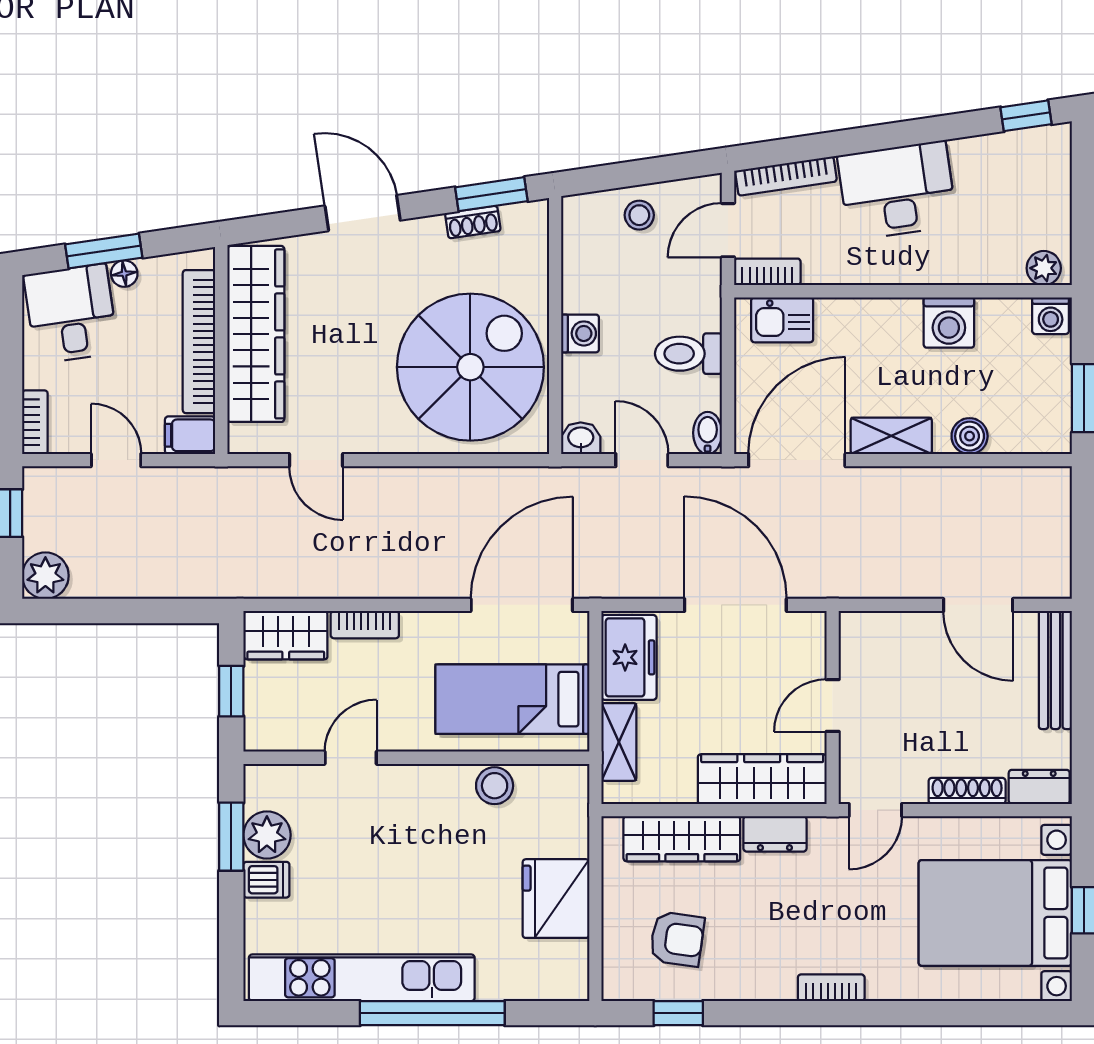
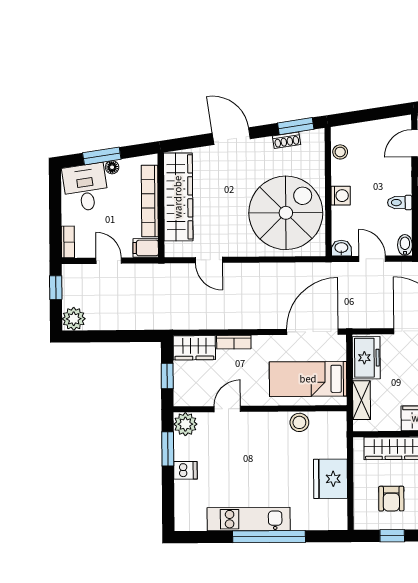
stool: (639, 215) -> (340, 152), moved
toilet: (688, 354) -> (400, 203), width x0.73, depth x0.72
plant: (267, 835) -> (185, 424), moved
armchair: (677, 939) -> (391, 499), turned 82
kitchen unit: (362, 978) -> (249, 519), width x0.73

